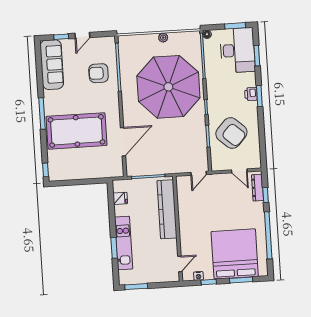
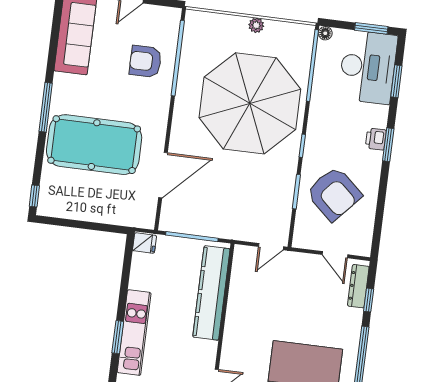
fridge: (120, 198) -> (144, 243), moved

